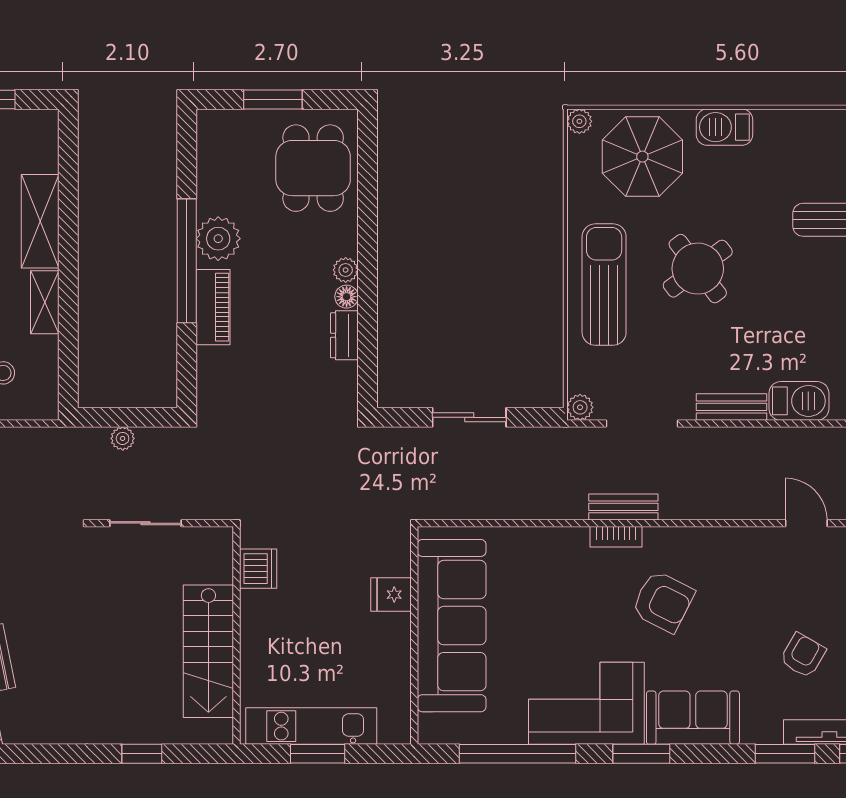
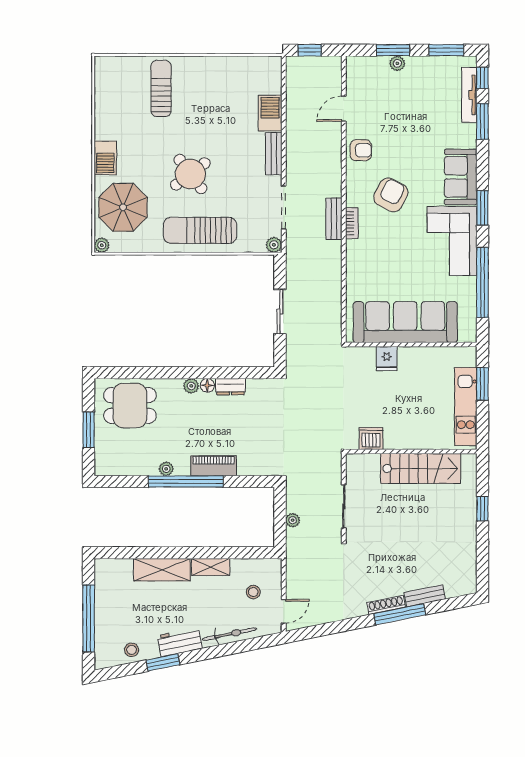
plant: (218, 239) -> (166, 469), width x0.53, depth x0.53
armchair: (803, 655) -> (361, 150), moved, turned 150
window: (318, 754) -> (482, 384), moved

